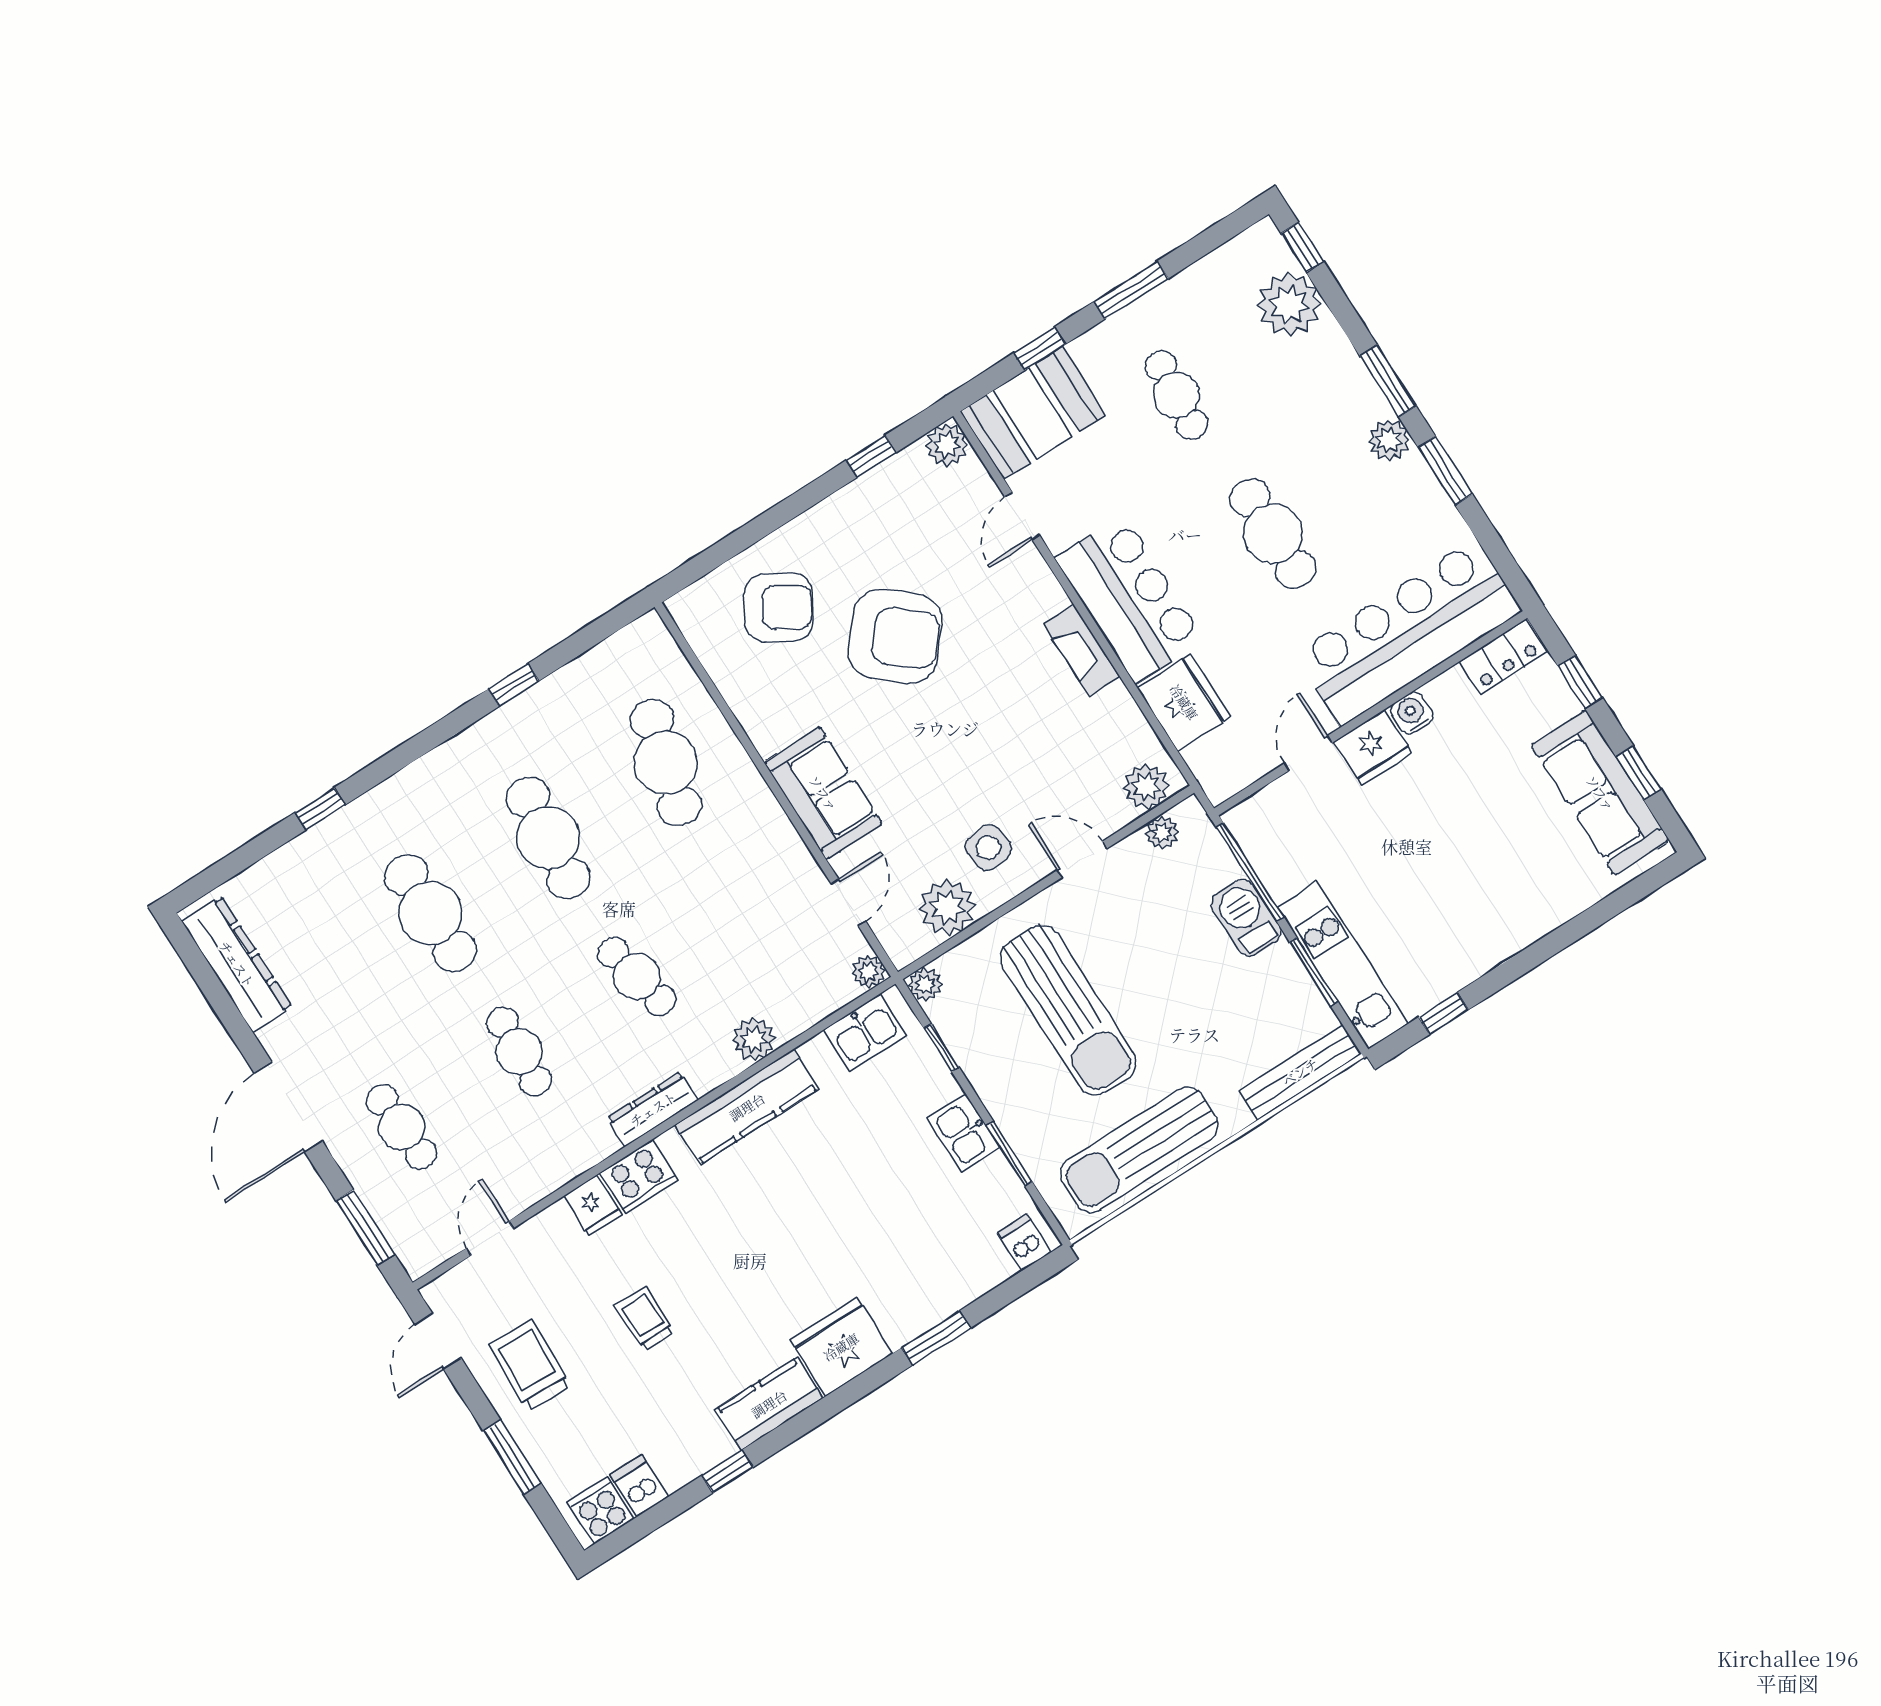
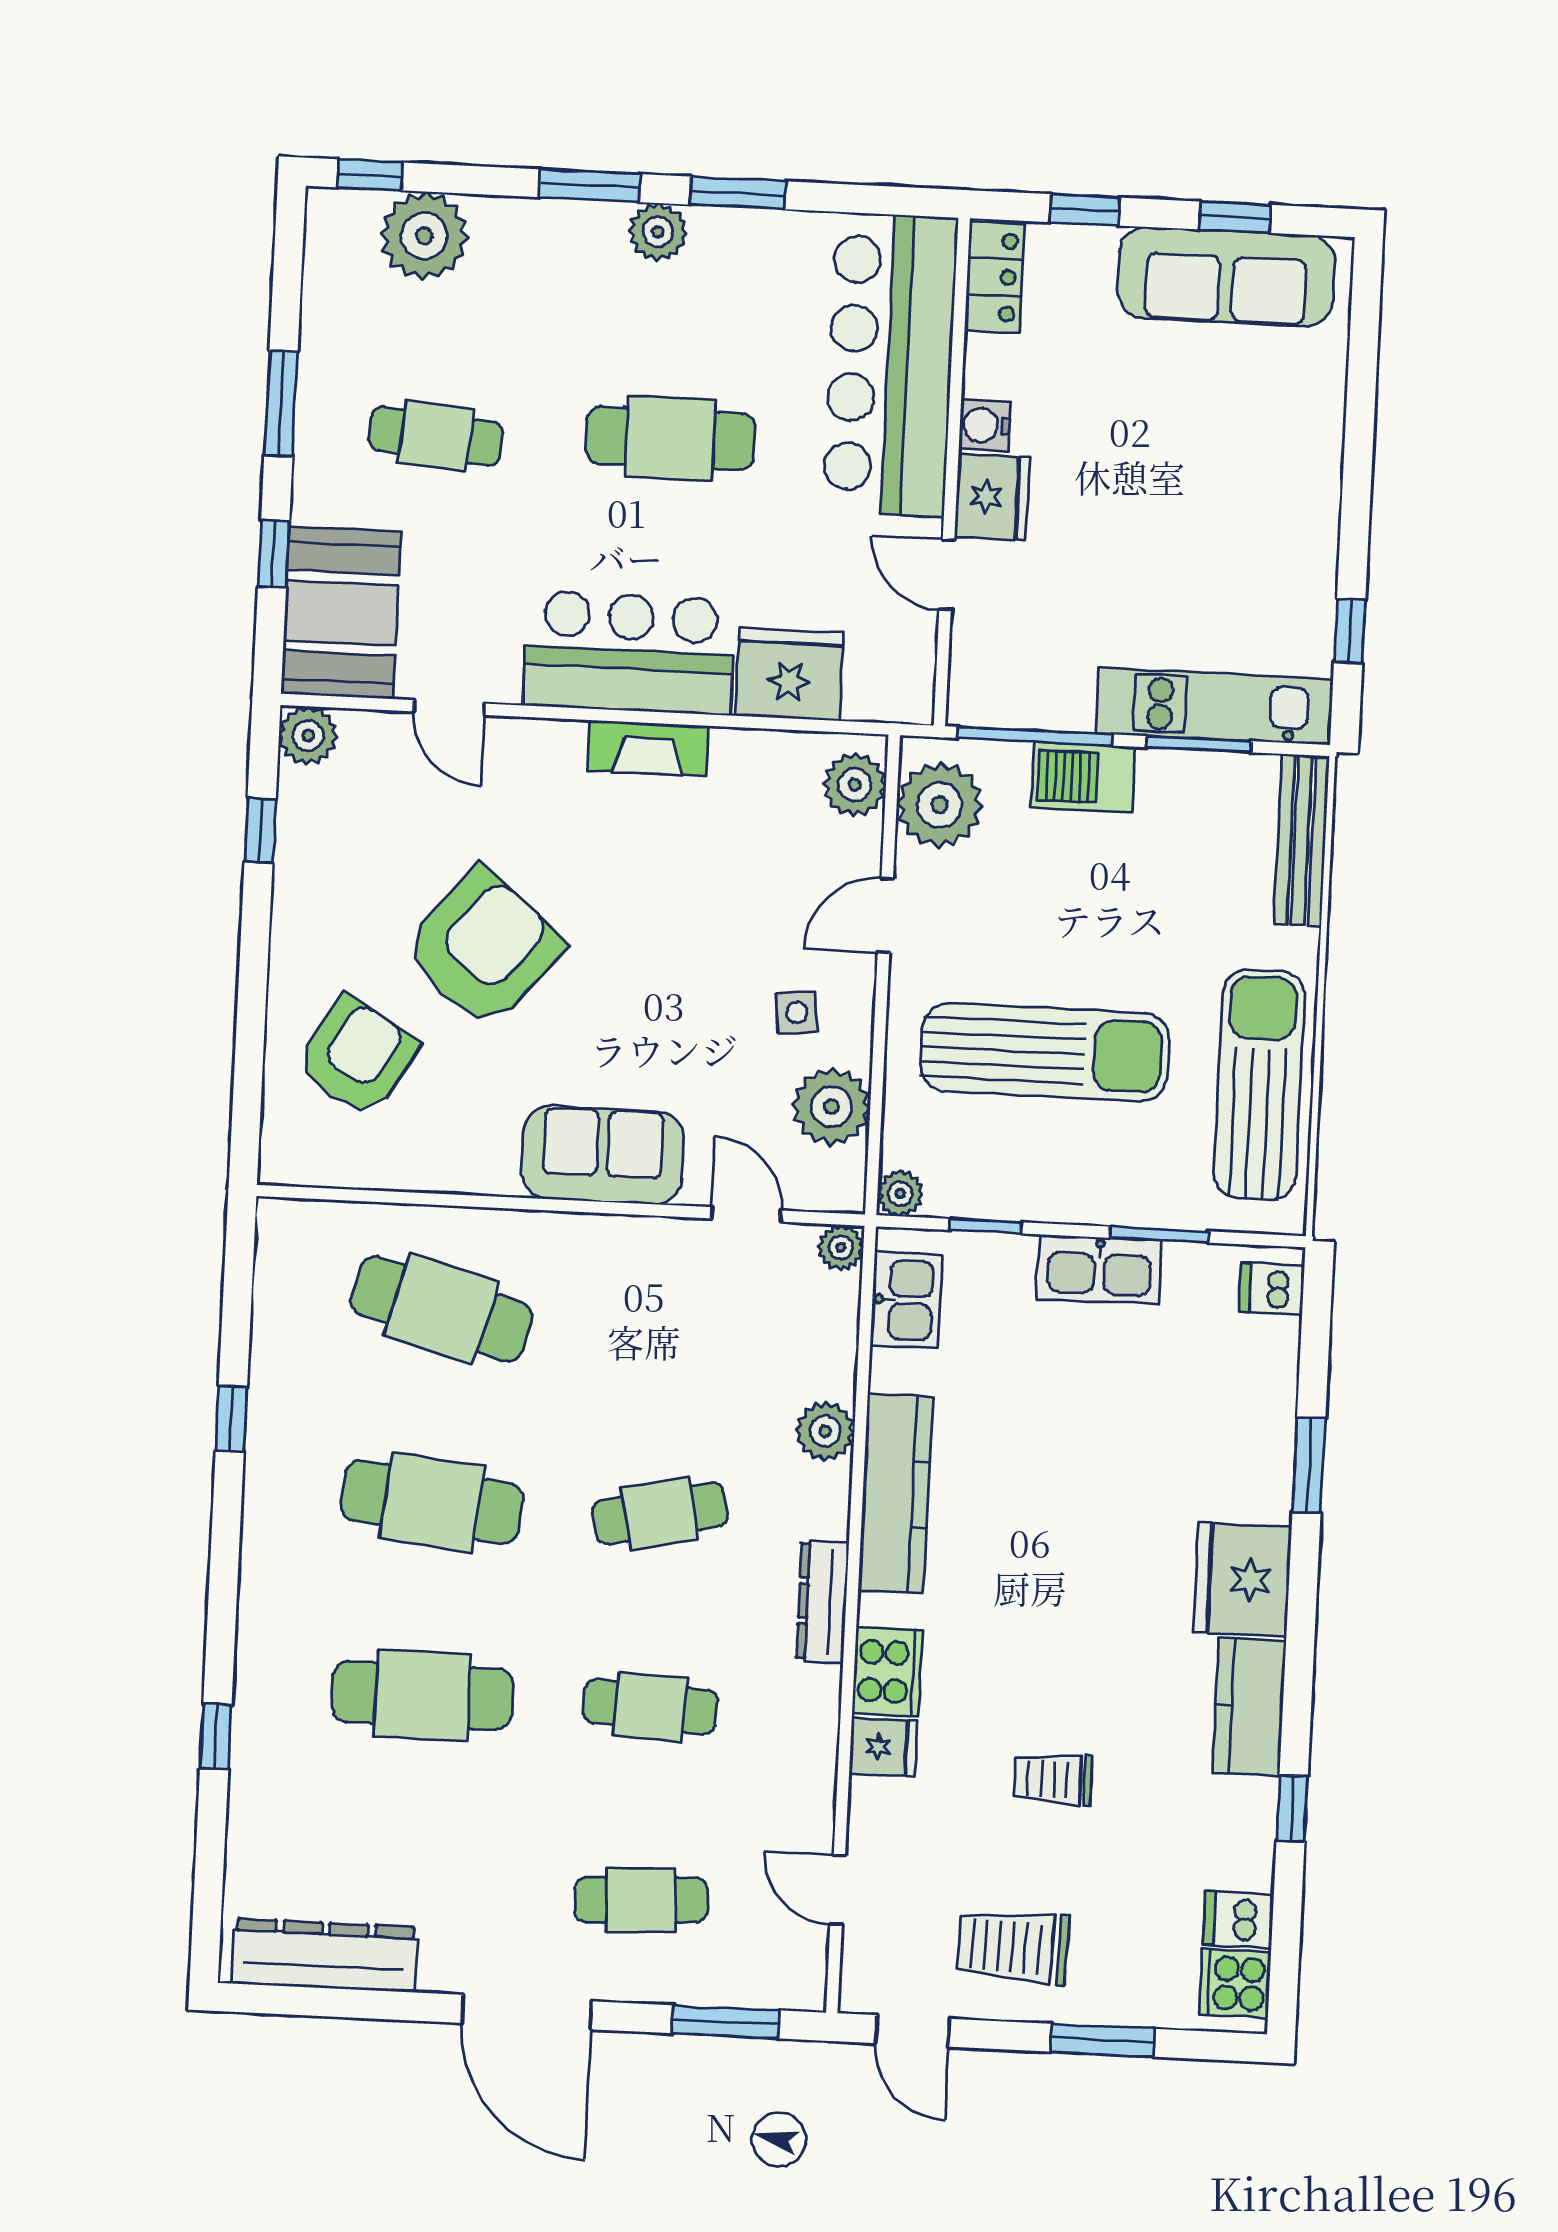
plant: (1162, 833) -> (940, 805), width x1.88, depth x1.88
side table: (988, 848) -> (797, 1012), width x0.73, depth x0.73
kitchen sink: (964, 1133) -> (1099, 1269), width x1.38
sun lounger: (1139, 1150) -> (1259, 1085), turned 180

